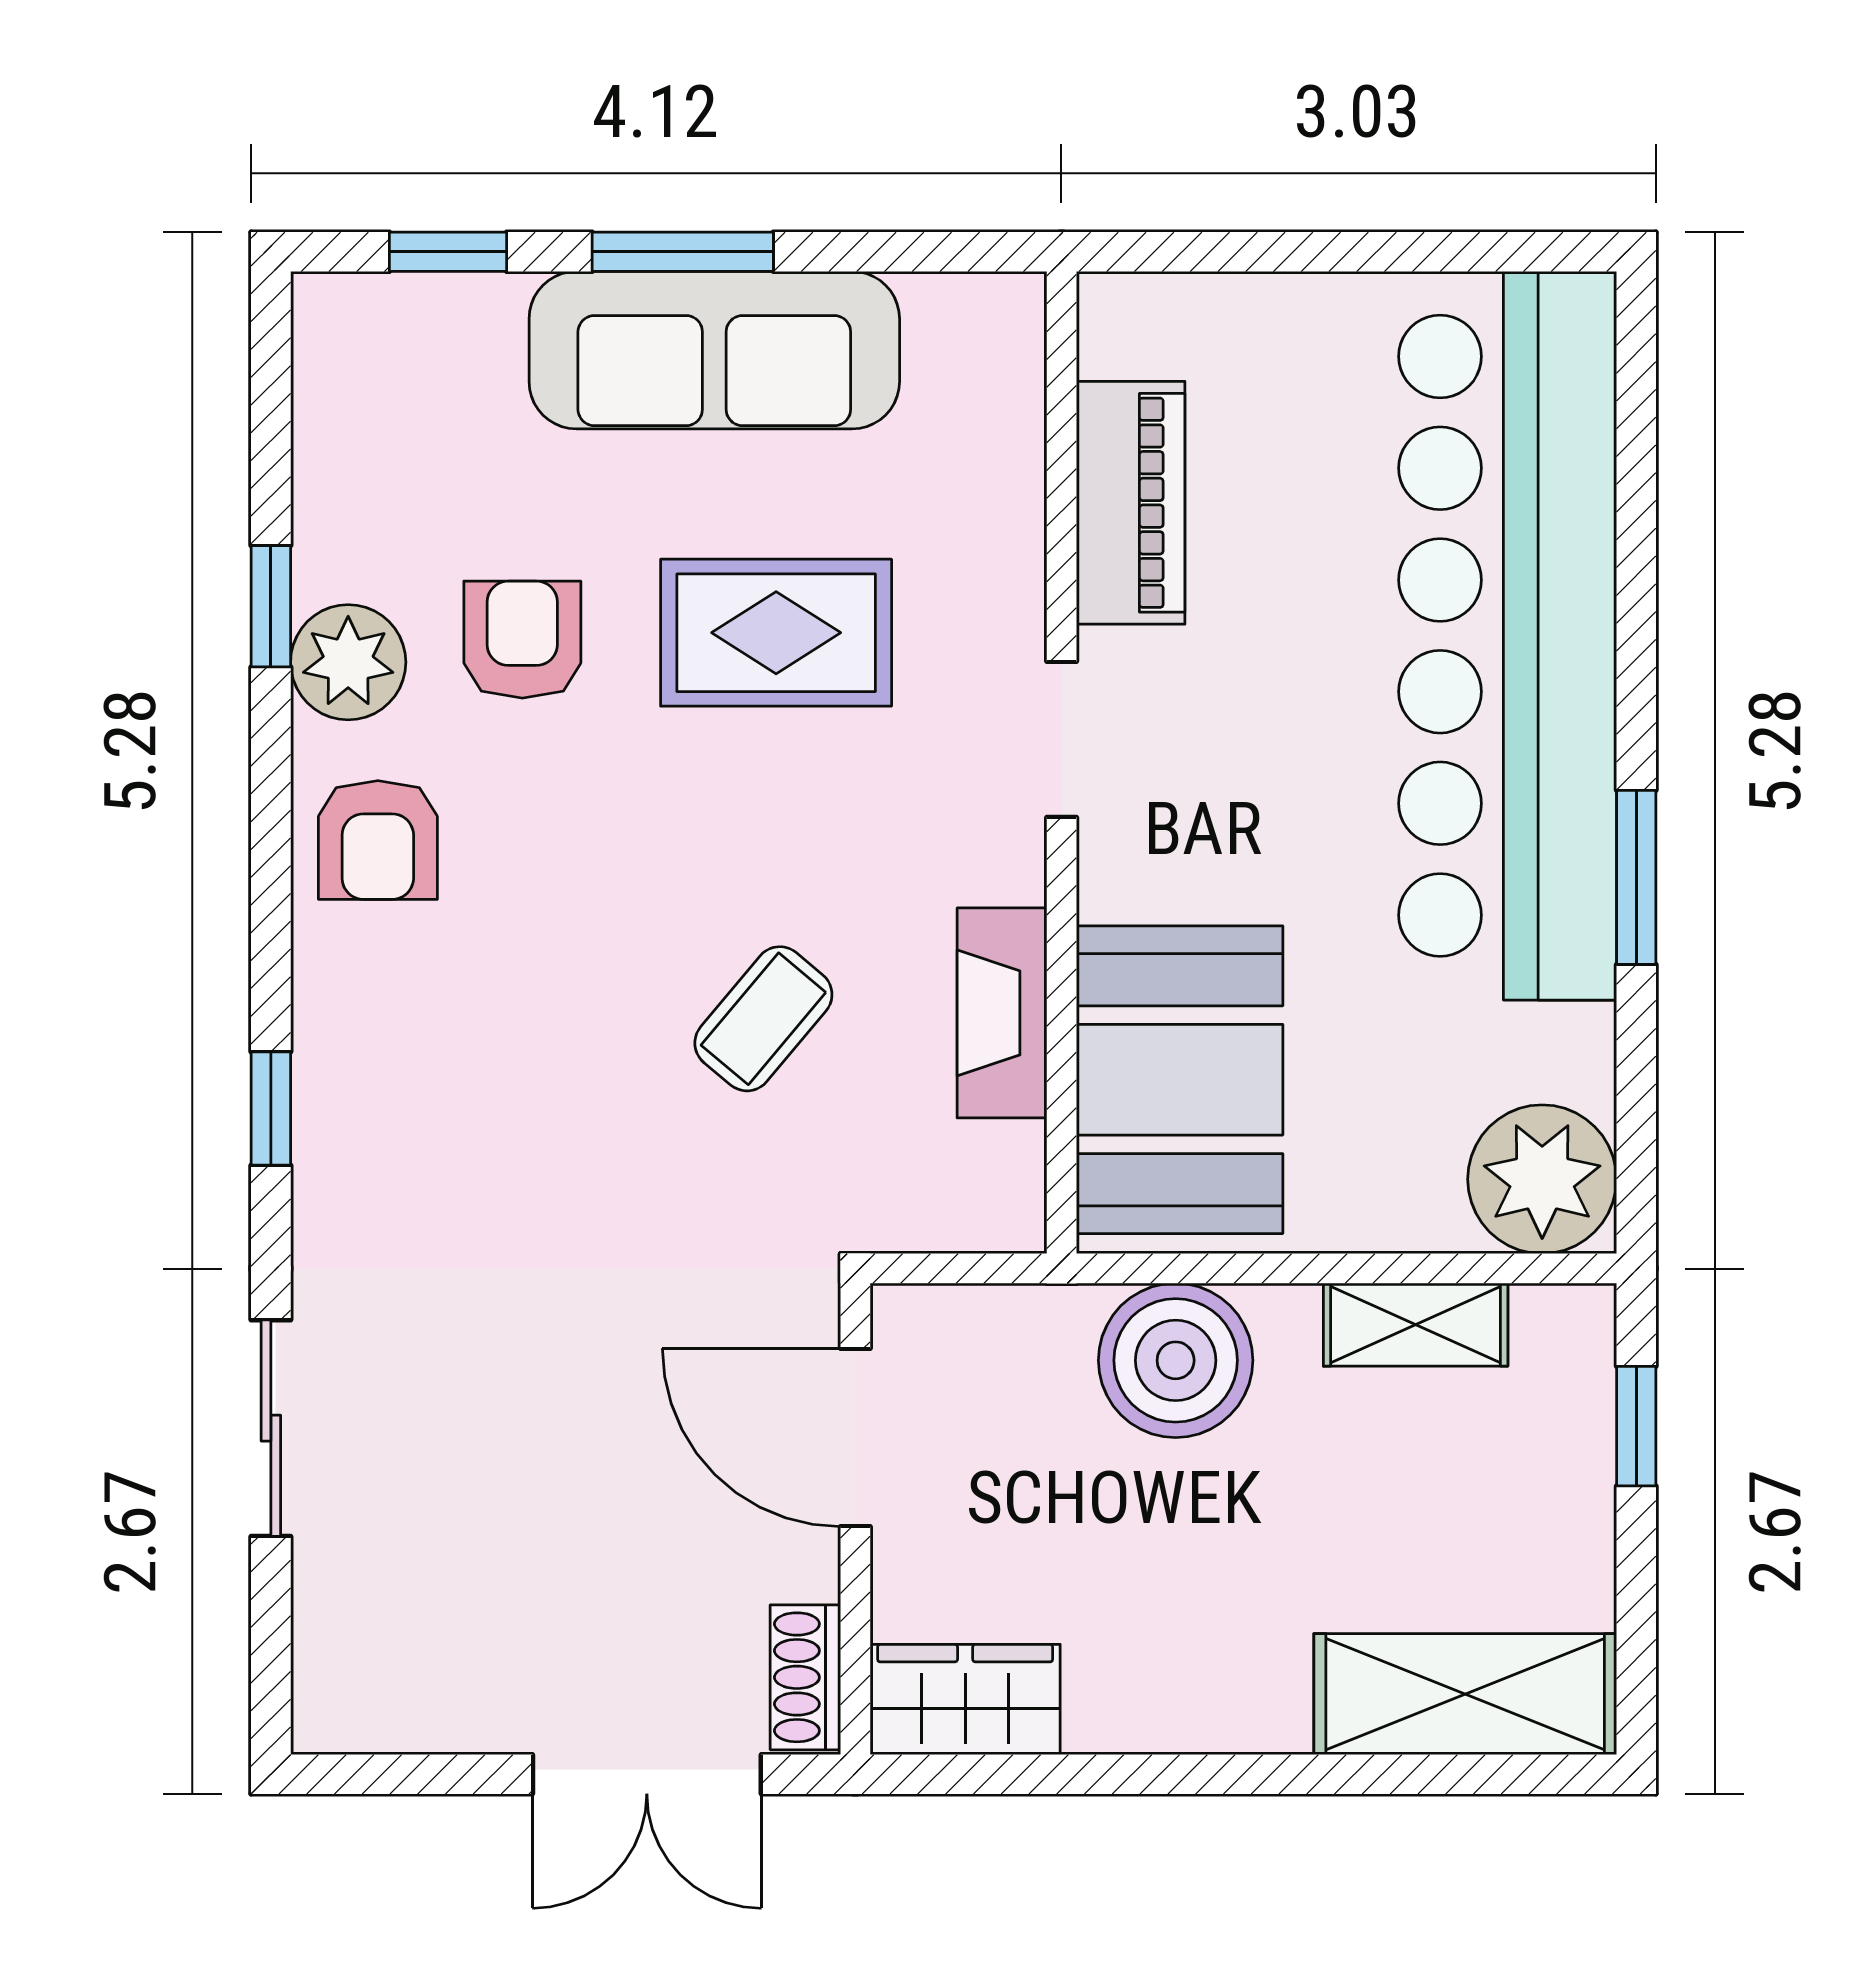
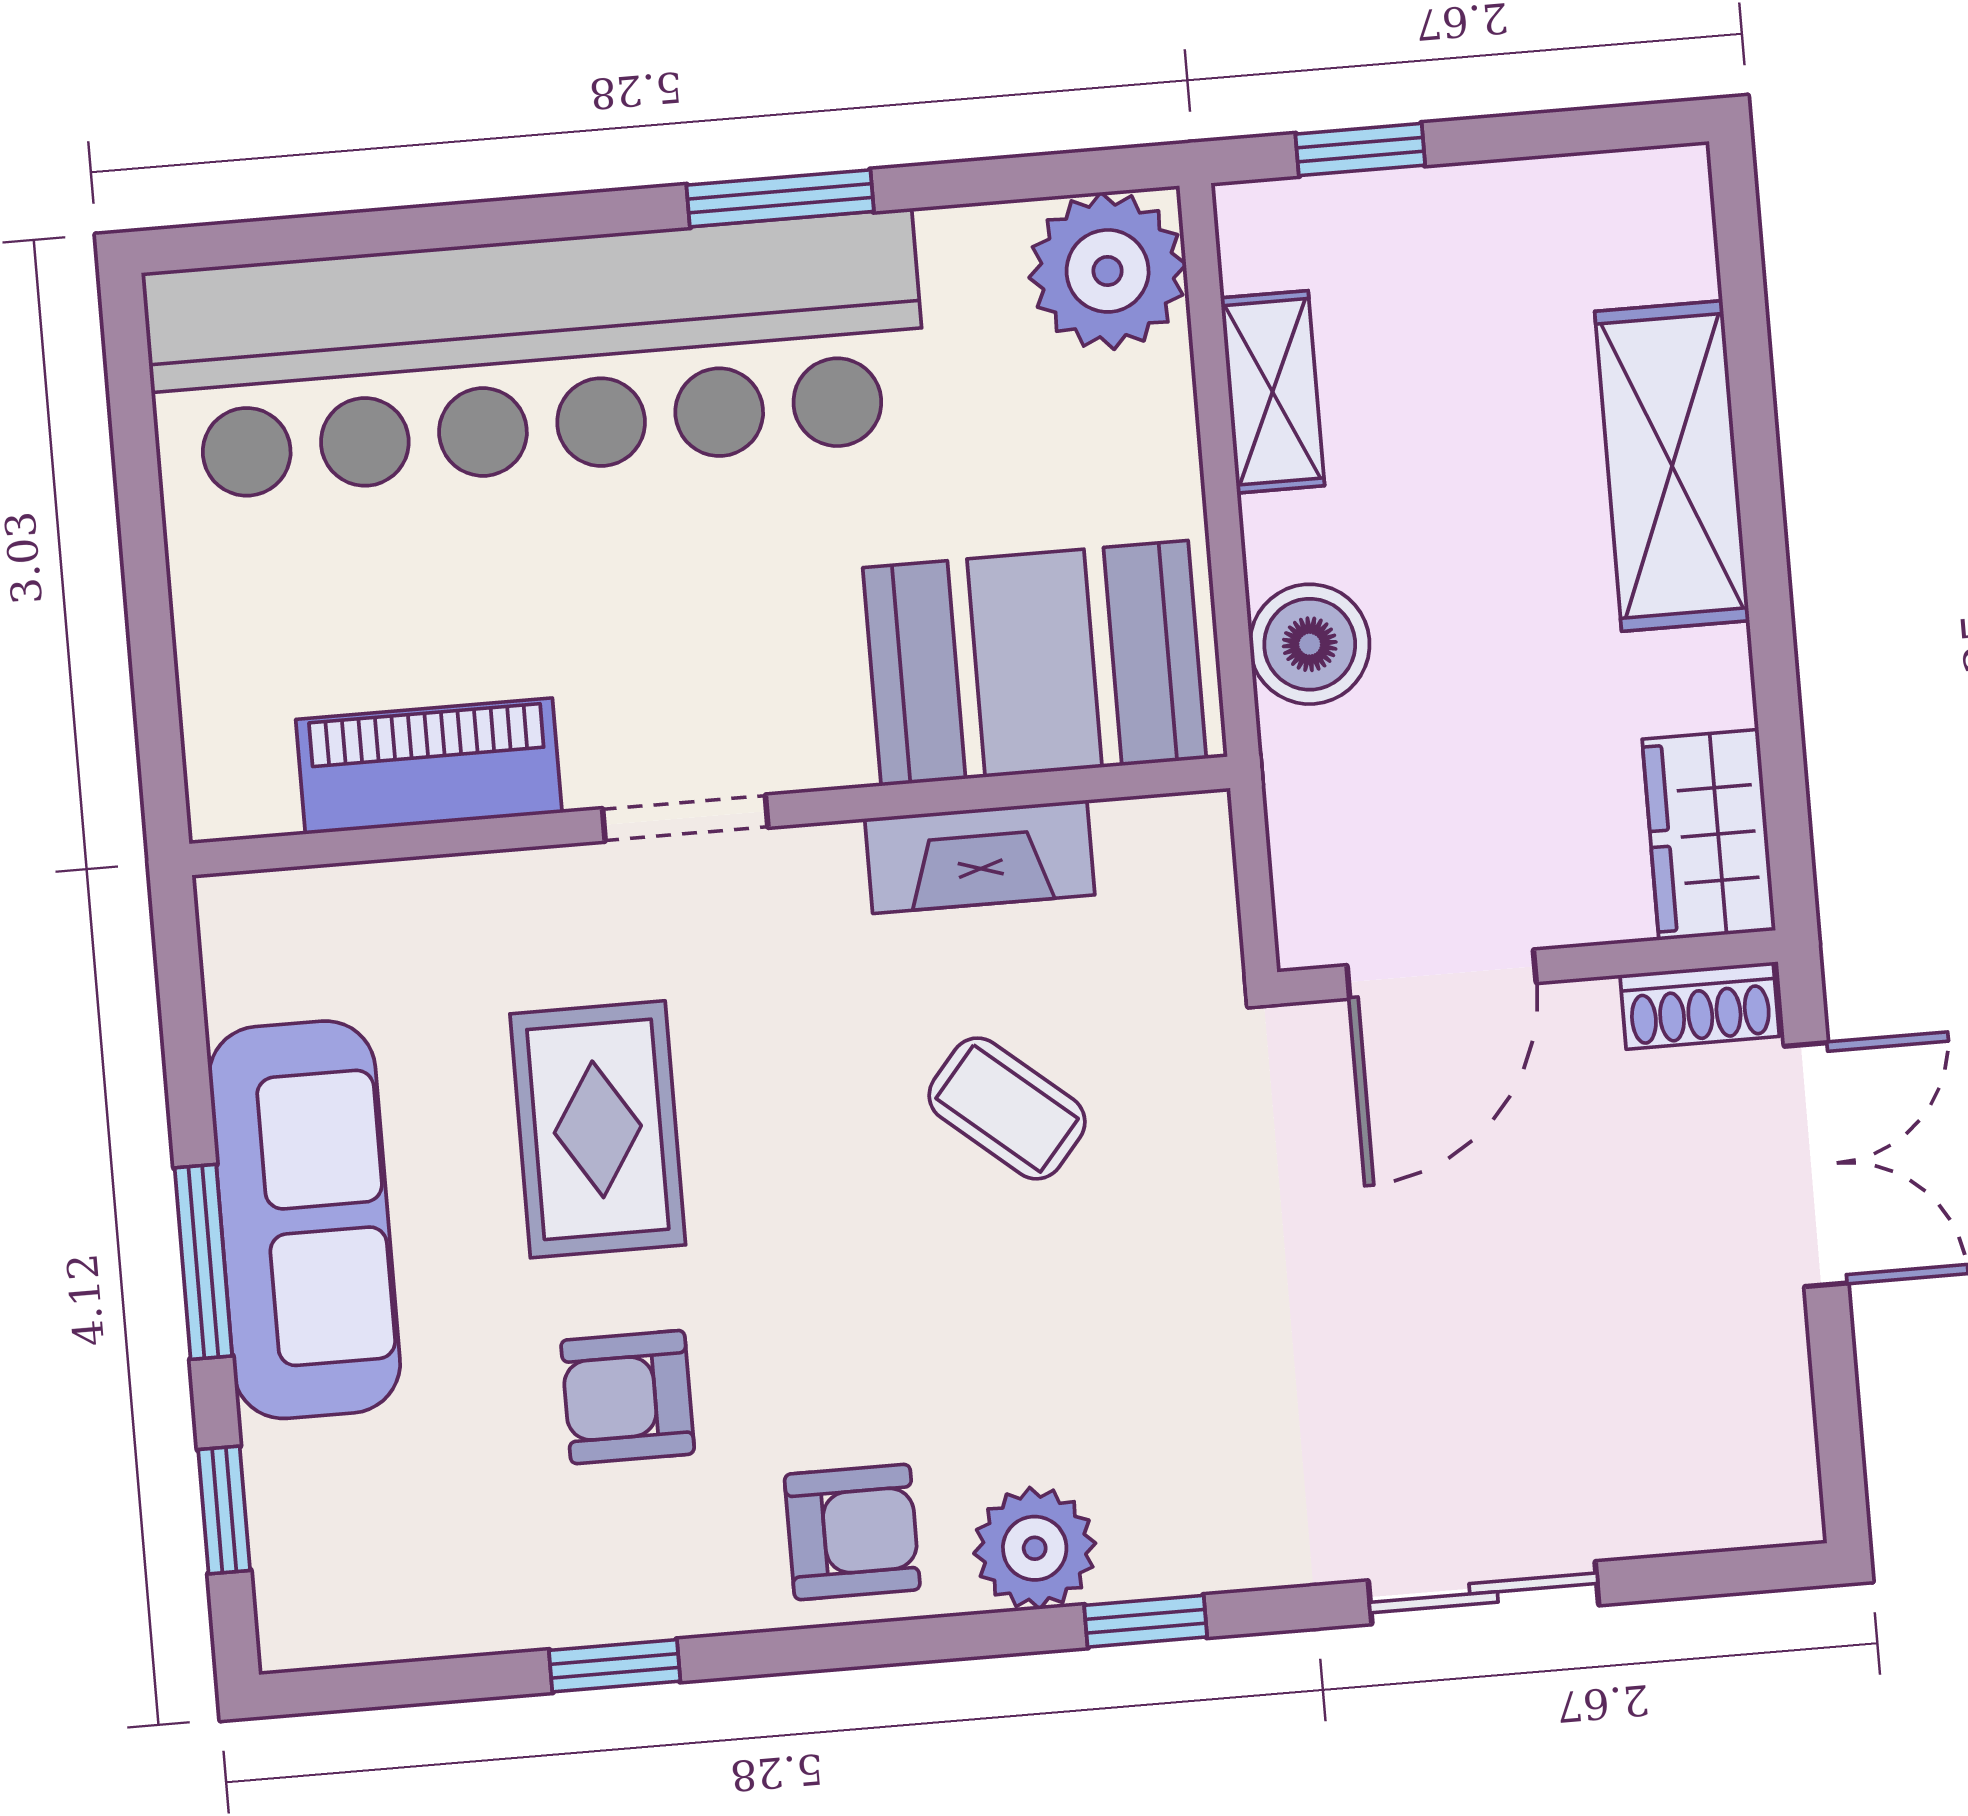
plant: (348, 662) -> (1035, 1548), moved
boiler: (1176, 1360) -> (1310, 644), width x0.73, depth x0.73
shelving: (1465, 1694) -> (1672, 466), moved

